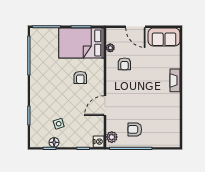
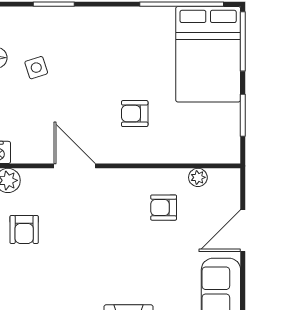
bed: (81, 43) -> (208, 54), moved, turned 180
armchair: (135, 129) -> (24, 229), turned 180

